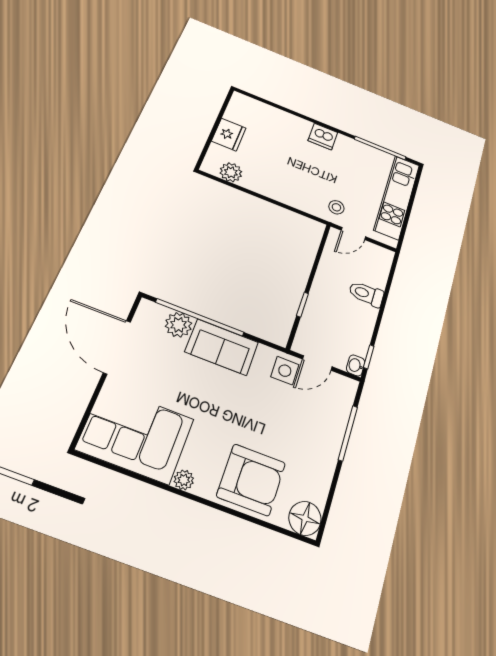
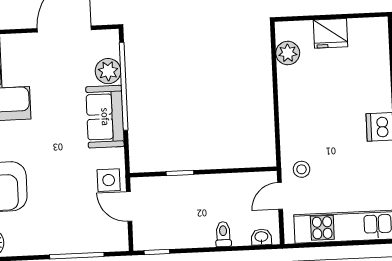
door: (353, 234) -> (280, 196), hinge flipped
toilet: (366, 294) -> (223, 234), width x0.73, depth x0.72
washbasin: (356, 365) -> (261, 237), moved

